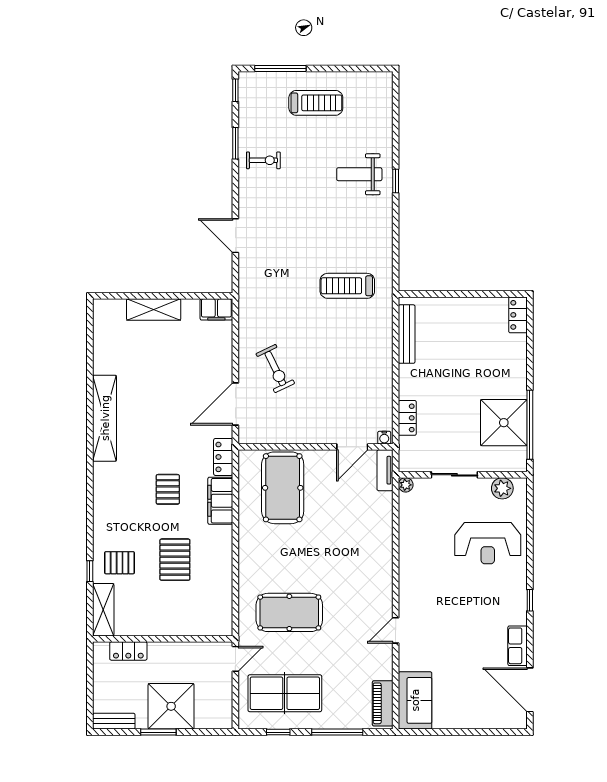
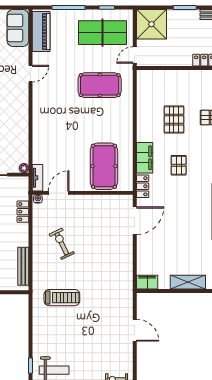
exercise bike: (275, 369) -> (62, 244), moved
piano: (383, 703) -> (41, 32), width x1.37, depth x1.33
shower: (171, 706) -> (151, 24), moved

